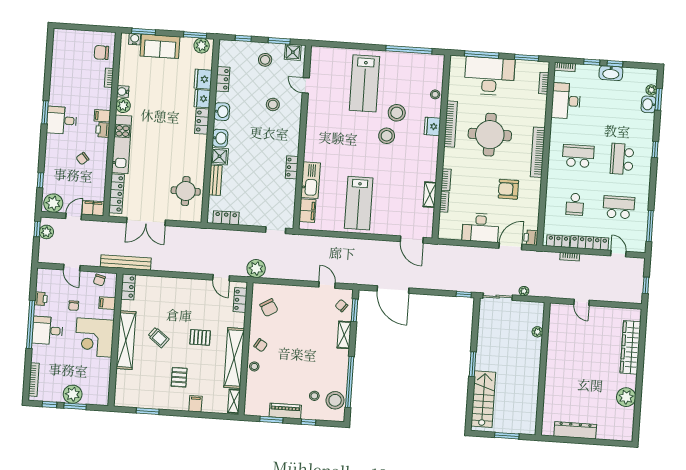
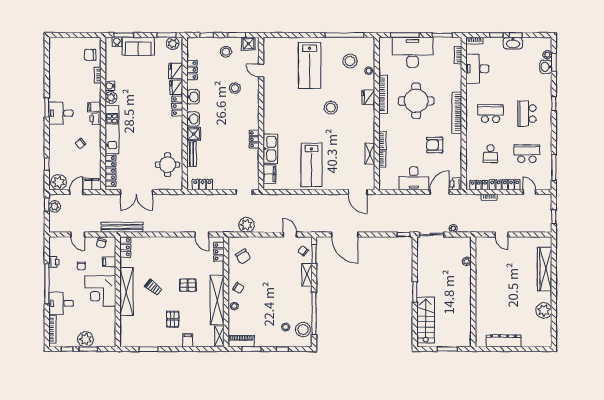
stool: (397, 113) -> (350, 61), moved
plant: (256, 268) -> (247, 225), moved
desk: (48, 331) -> (61, 303), moved
piano: (285, 411) -> (241, 341), moved

